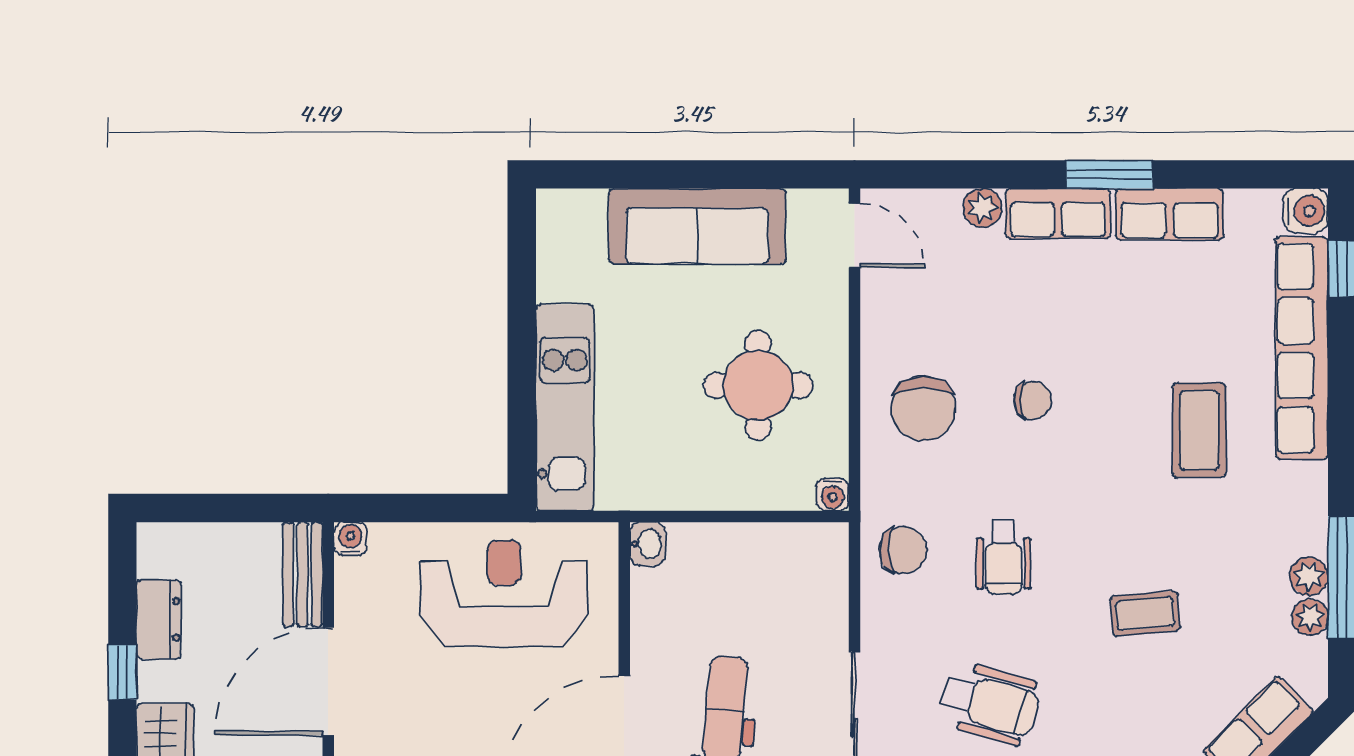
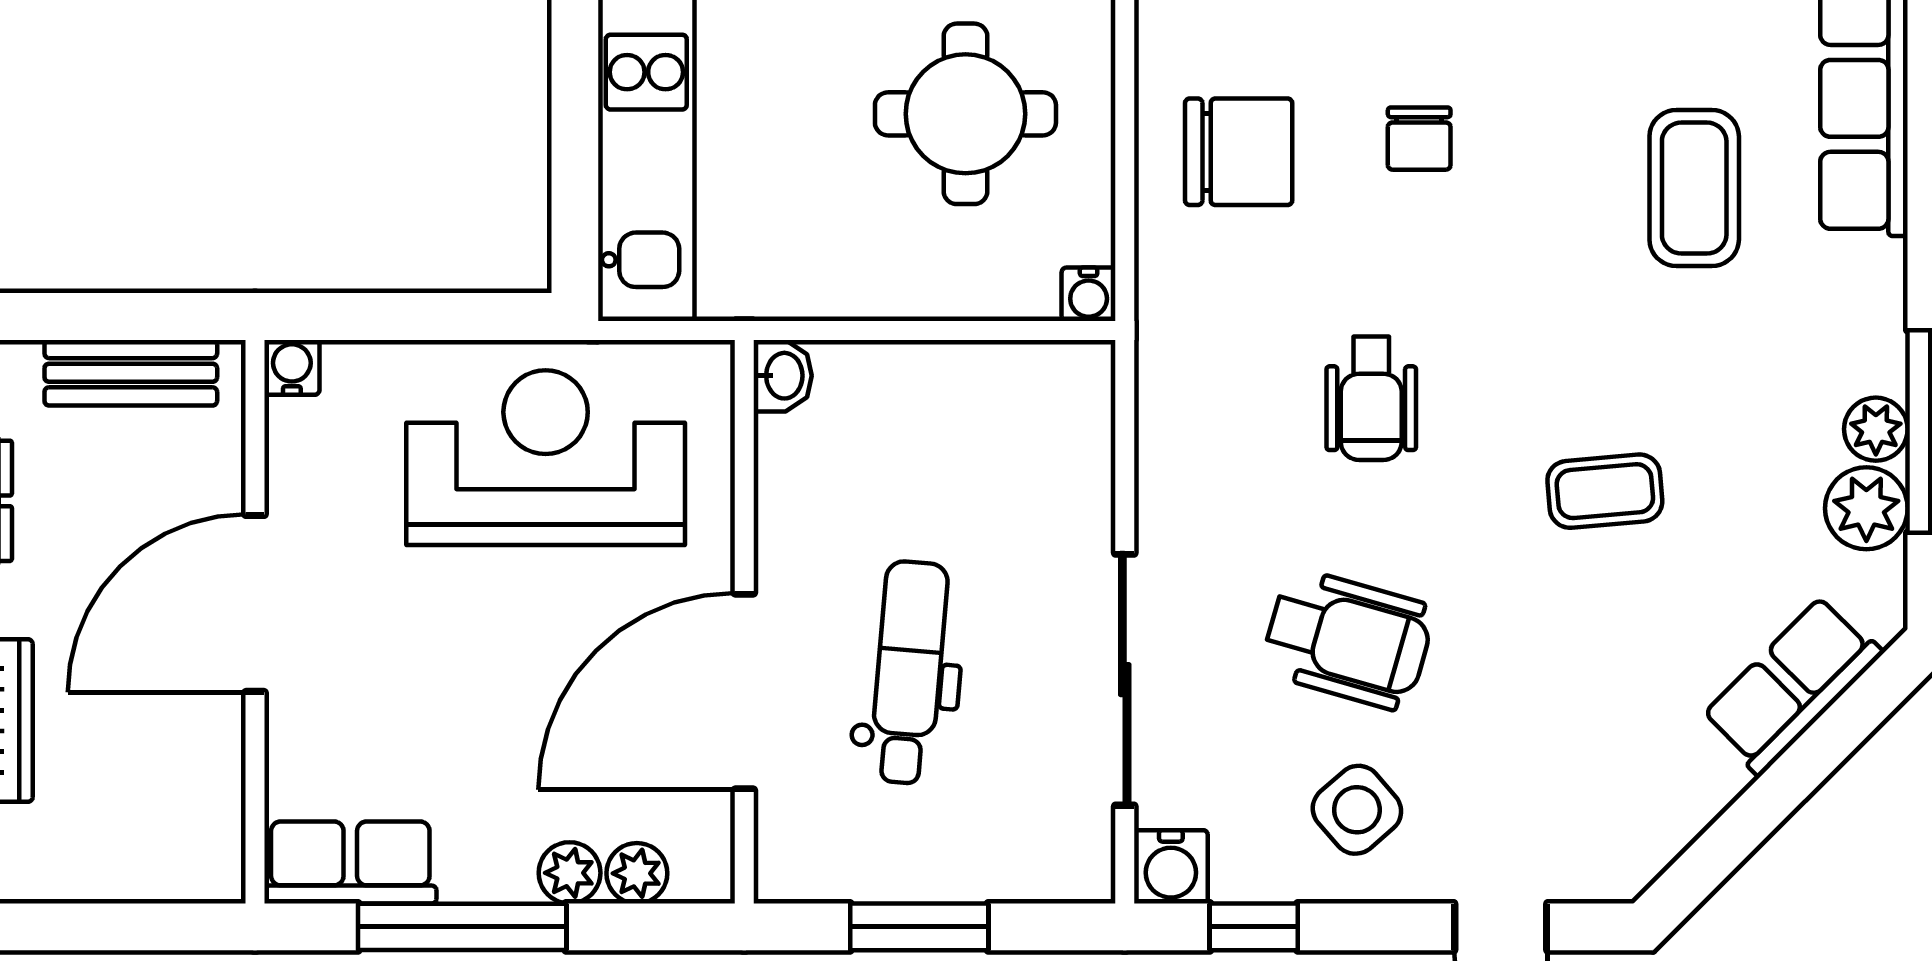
chair: (1033, 400) -> (1419, 139), turned 90
chair: (923, 408) -> (1239, 152), turned -90
chair: (903, 550) -> (1205, 386), removed
bench: (303, 574) -> (131, 373), moved, turned 90
plant: (1310, 617) -> (1866, 508), width x1.38, depth x1.38

